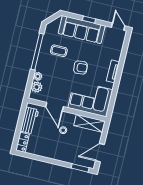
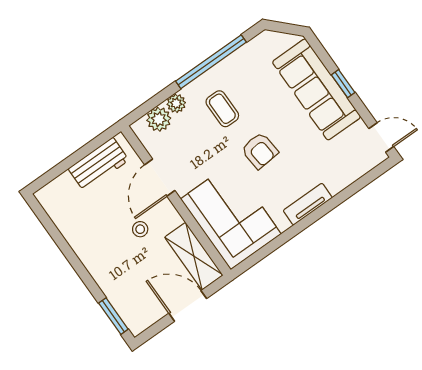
door: (118, 27) -> (381, 138), hinge flipped
coffee table: (59, 51) -> (222, 109), moved
locker: (22, 142) -> (55, 190), removed
door: (100, 153) -> (188, 306), moved

